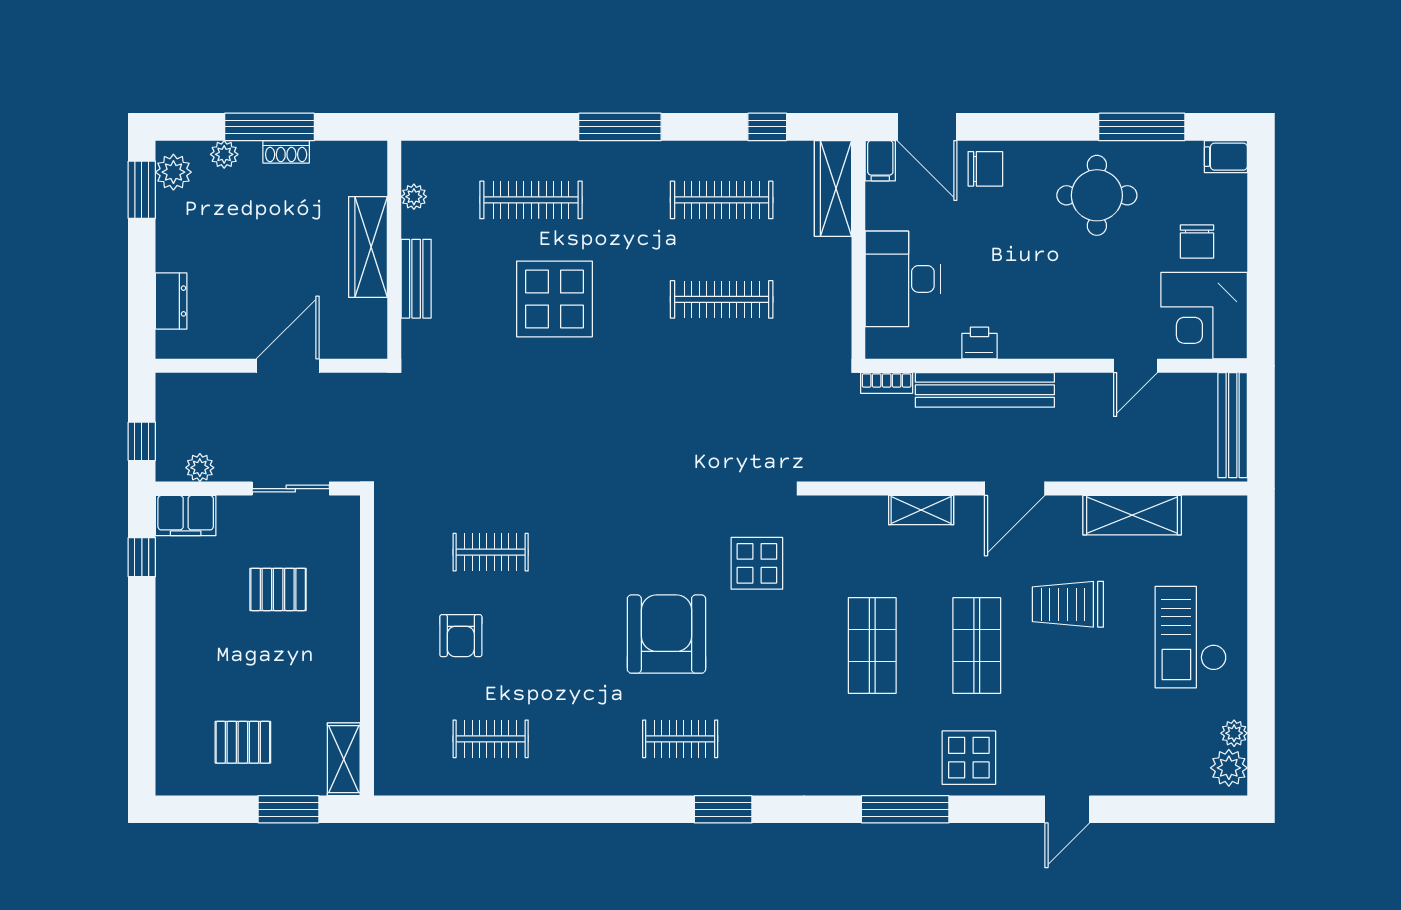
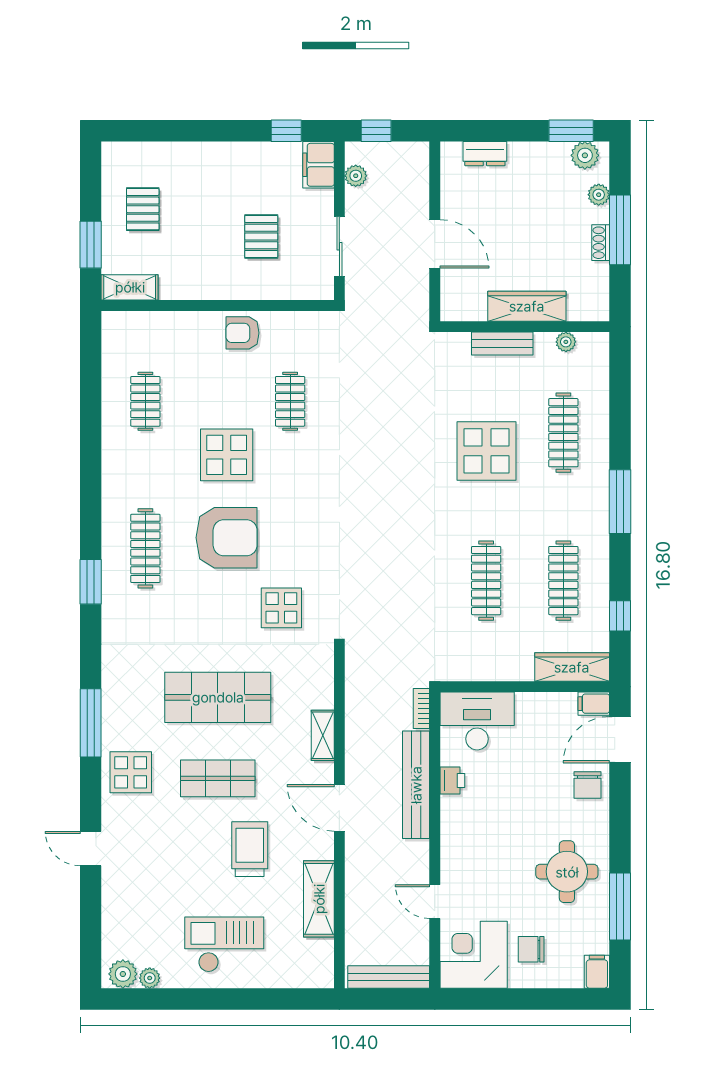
desk: (903, 279) -> (477, 721), moved
display table: (560, 634) -> (227, 455), added
armchair: (461, 636) -> (243, 333), moved
shop shelf: (872, 646) -> (218, 697), width x1.43, depth x1.36
clothes rail: (680, 739) -> (145, 548), width x1.36

